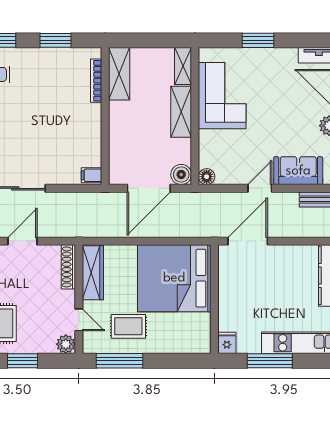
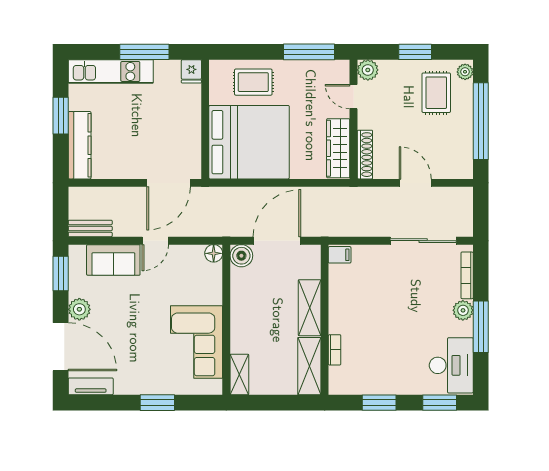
bookcase: (96, 81) -> (335, 350), width x0.64
shelving: (181, 112) -> (310, 308), moved
door: (22, 241) -> (415, 183), swing flipped
rug: (128, 326) -> (253, 82), moved

